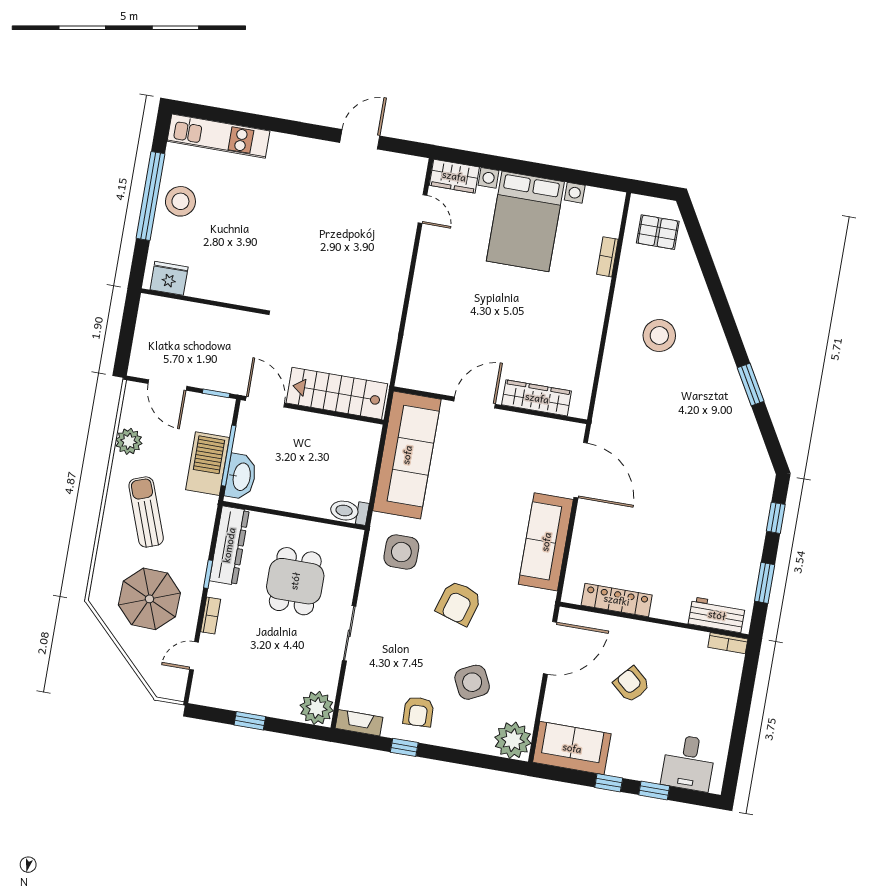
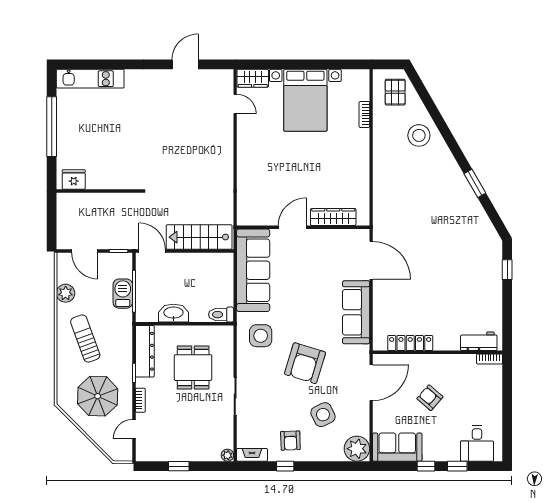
stool: (180, 201) -> (72, 127), removed
pallet: (658, 232) -> (395, 92), turned 90
stool: (659, 336) -> (419, 135), moved
barbecue: (208, 464) -> (123, 294), width x0.73, depth x0.83
washbasin: (241, 477) -> (173, 313), moved, turned -90
window: (765, 583) -> (507, 314), removed
armchair: (459, 603) -> (305, 363), width x1.36, depth x1.36
plant: (317, 708) -> (227, 455), width x0.53, depth x0.53

